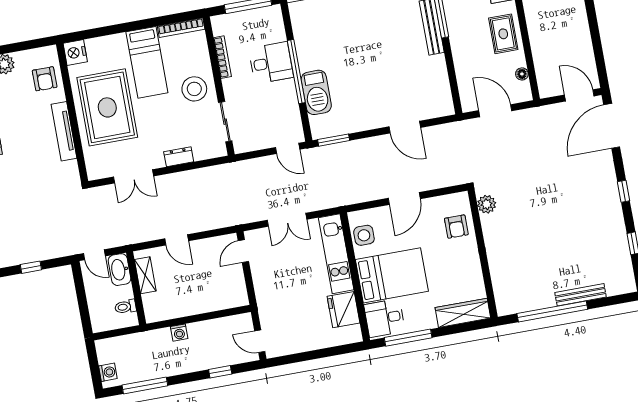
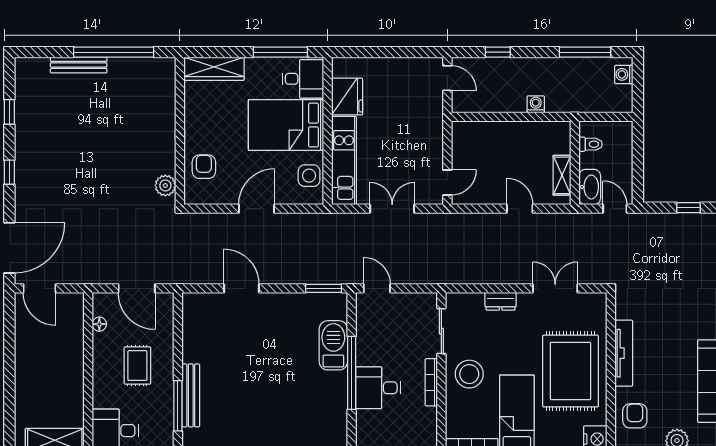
rug: (503, 34) -> (137, 366), moved
bookcase: (222, 57) -> (431, 382), moved

